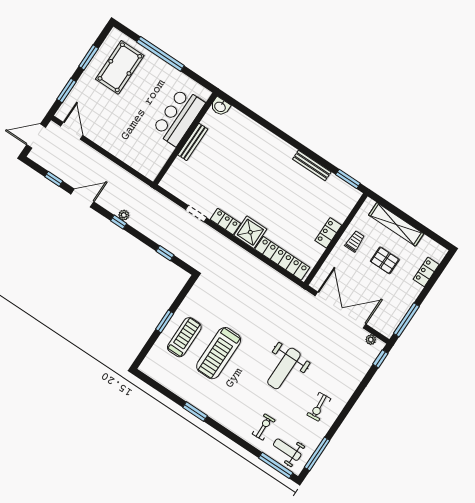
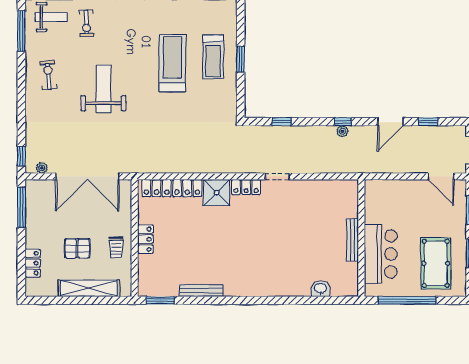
bar counter: (179, 117) -> (381, 254), moved
wall: (185, 139) -> (361, 238), moved
bench: (193, 142) -> (352, 240), moved

